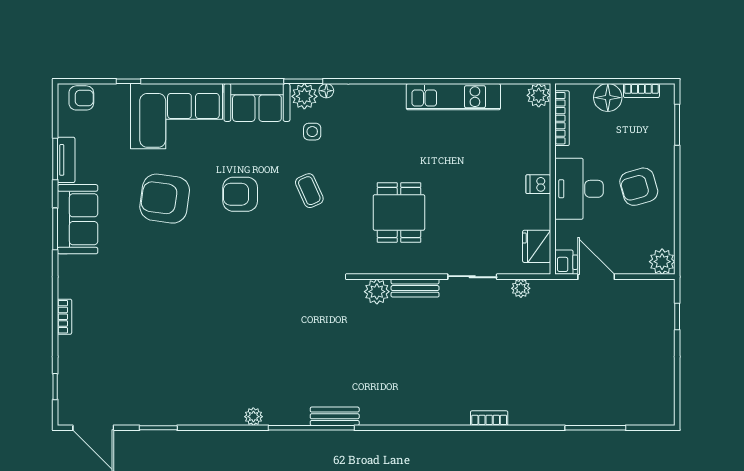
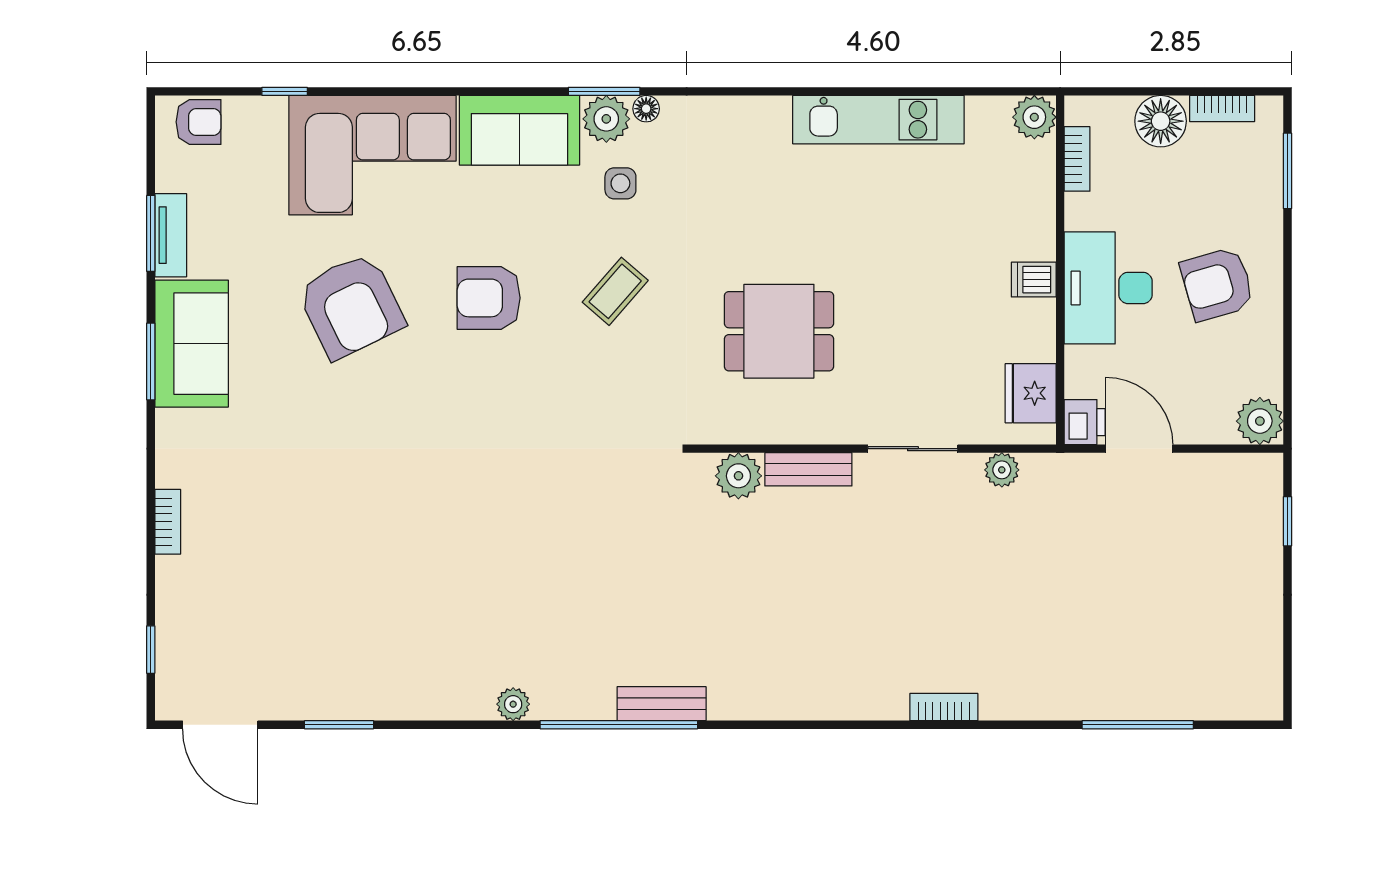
bookcase: (562, 118) -> (1077, 159), width x0.64
coffee table: (309, 191) -> (615, 291), turned 65
armchair: (165, 199) -> (351, 306), turned -124
dining table: (399, 212) -> (779, 331), turned 90

